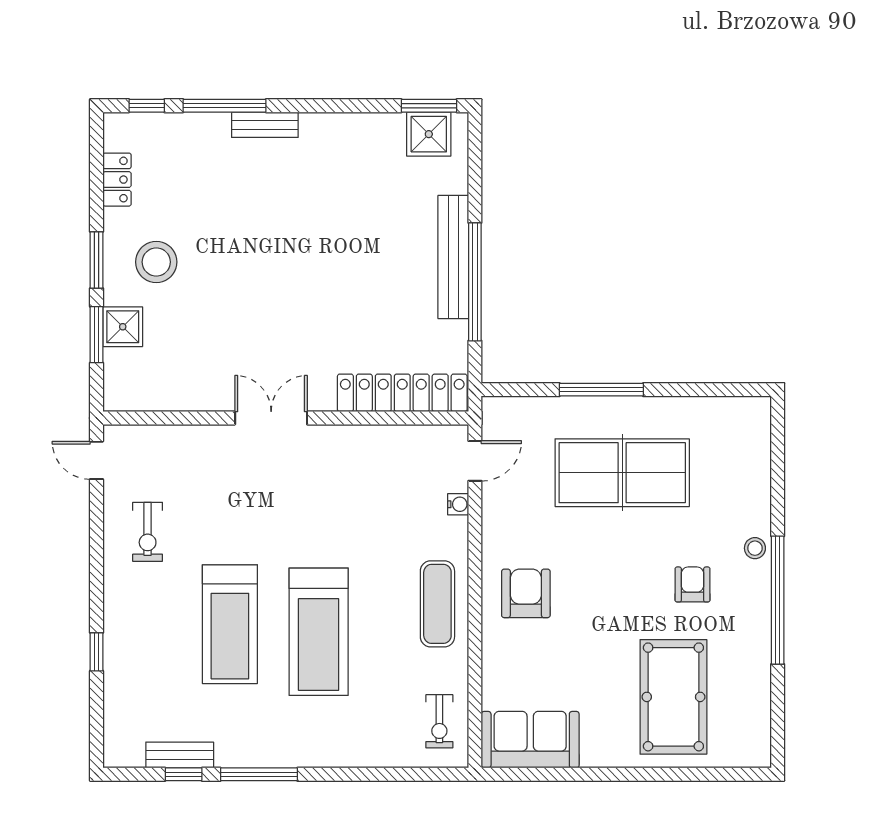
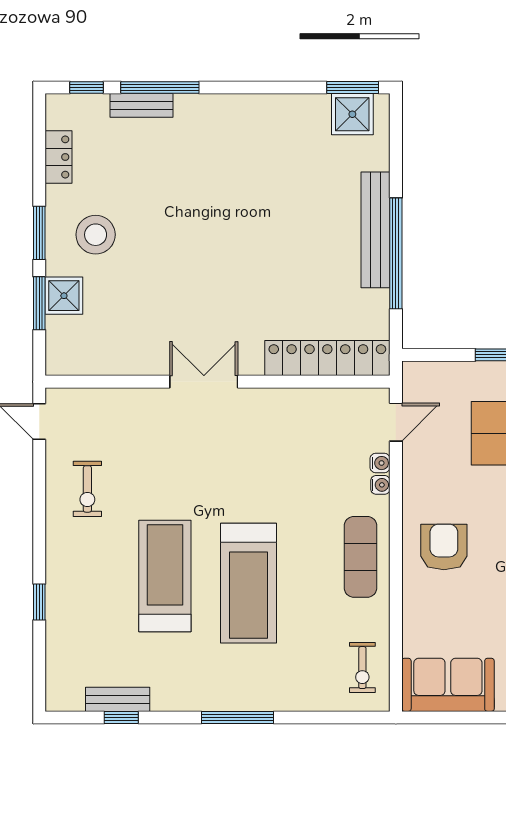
bench: (265, 125) -> (141, 105), moved
water cooler: (458, 527) -> (380, 485), added
treadmill: (230, 624) -> (165, 576), turned 180
window: (259, 774) -> (237, 717), moved

